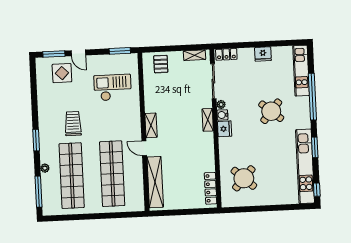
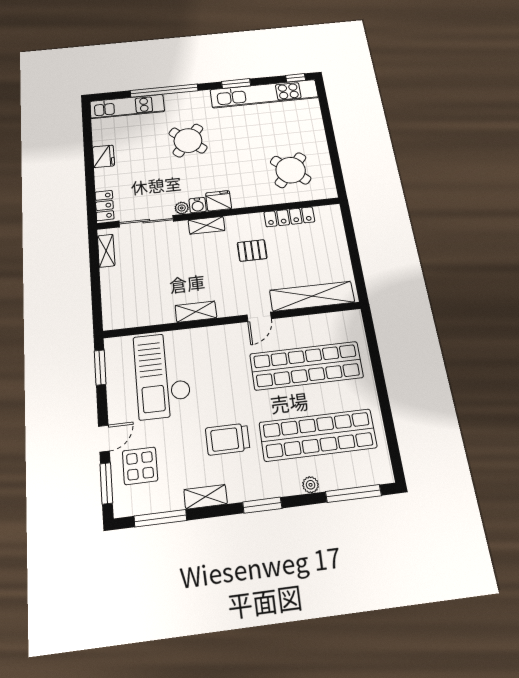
pallet: (161, 64) -> (252, 250), moved
window: (33, 83) -> (160, 518), added
checkout: (113, 88) -> (162, 375), width x1.36, depth x1.21
shelving: (43, 109) -> (206, 497), added
shelving: (151, 125) -> (196, 312), moved
locker: (211, 188) -> (289, 217), moved

